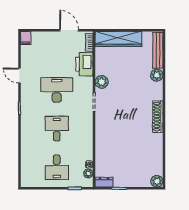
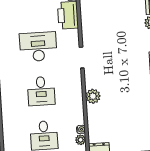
plant: (102, 82) -> (93, 96), moved
desk: (57, 129) -> (41, 91), turned 180

